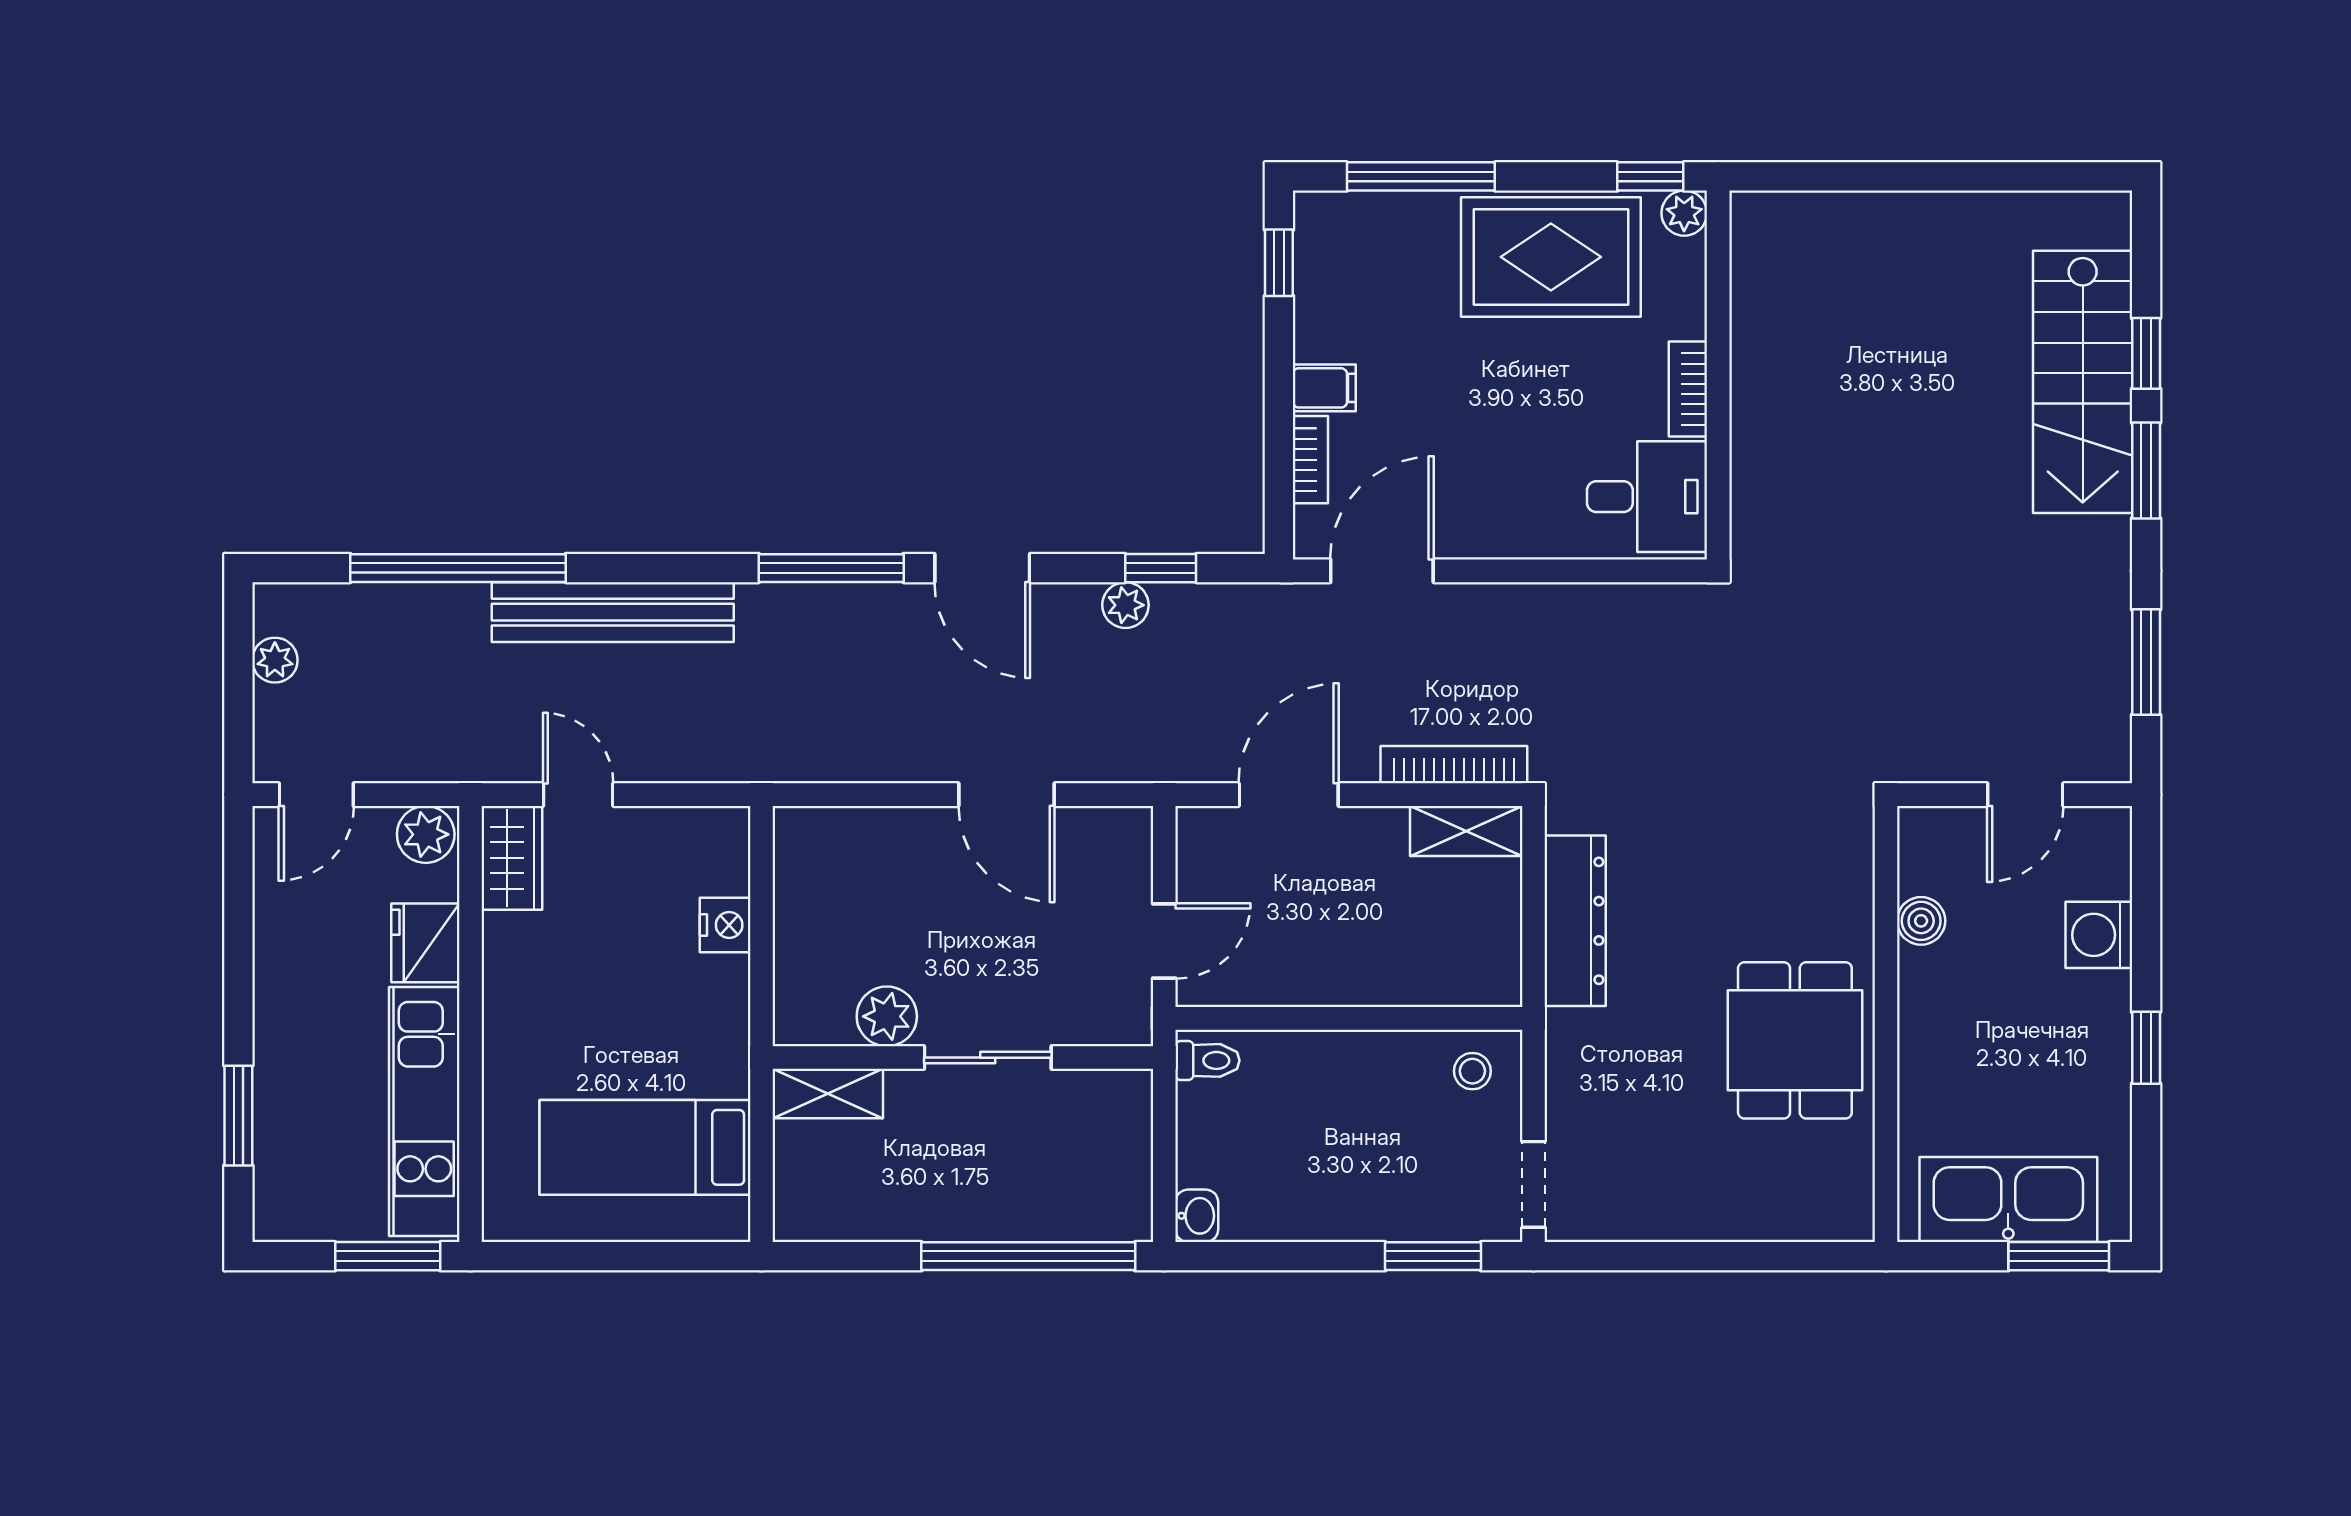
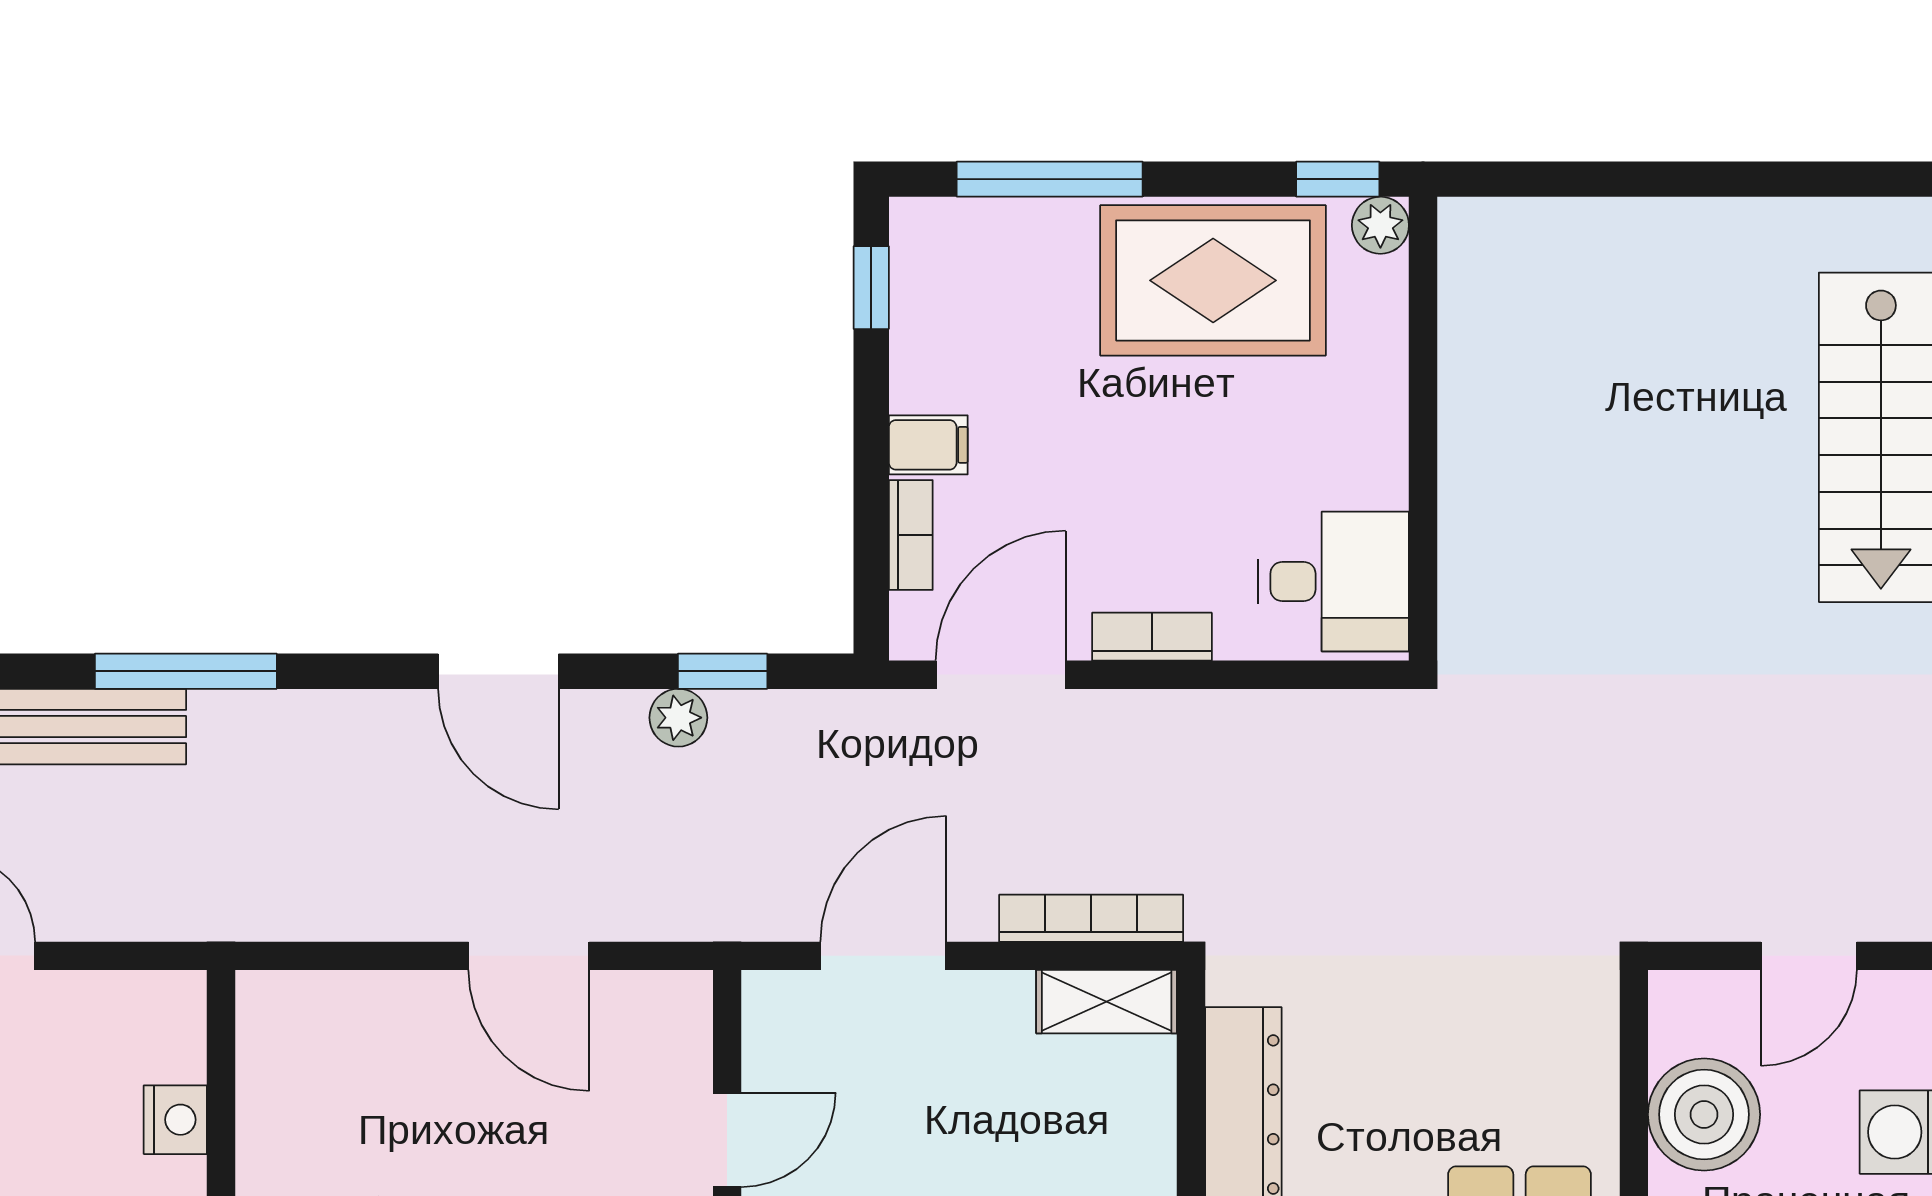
bookcase: (1688, 389) -> (1152, 637), moved, turned 90
window: (831, 568) -> (186, 671), moved
boiler: (1921, 921) -> (1704, 1114), width x1.86, depth x1.86

